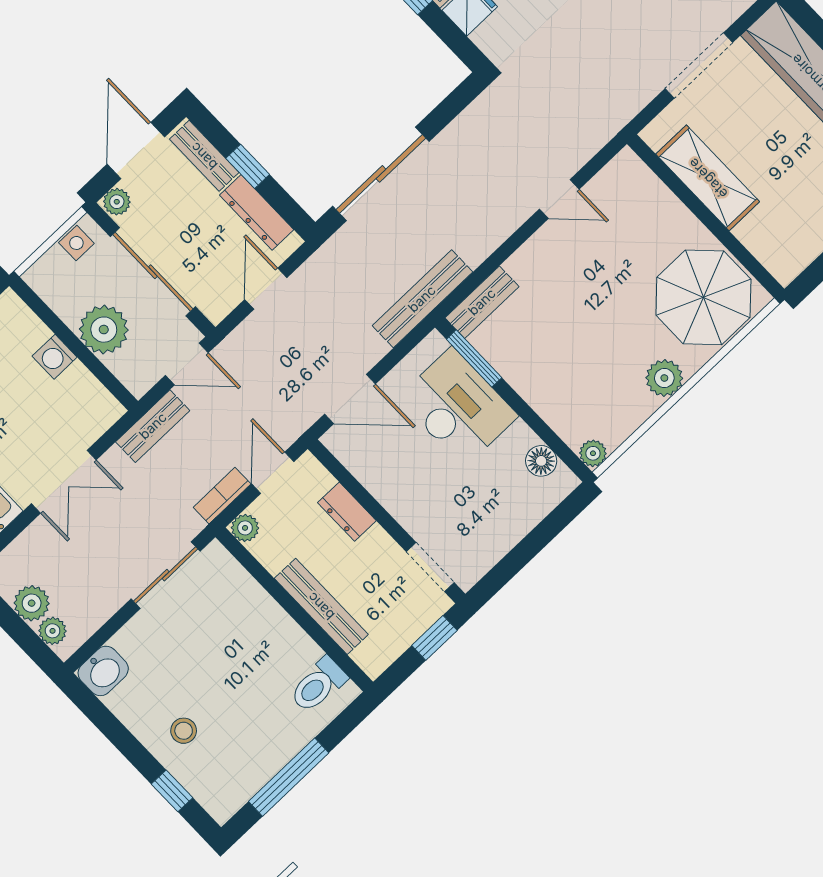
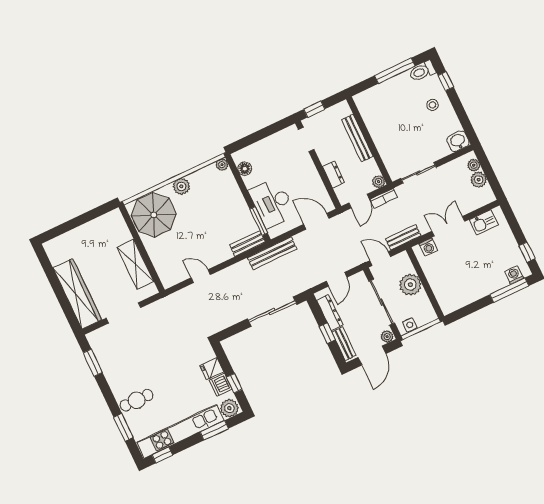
washing machine: (55, 357) -> (428, 247), moved, turned 90
toilet: (318, 685) -> (422, 71), moved, turned 180

